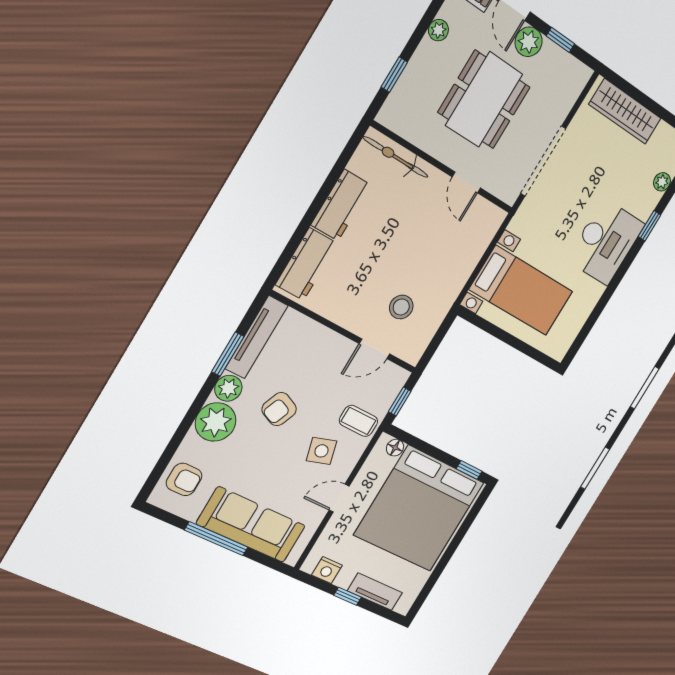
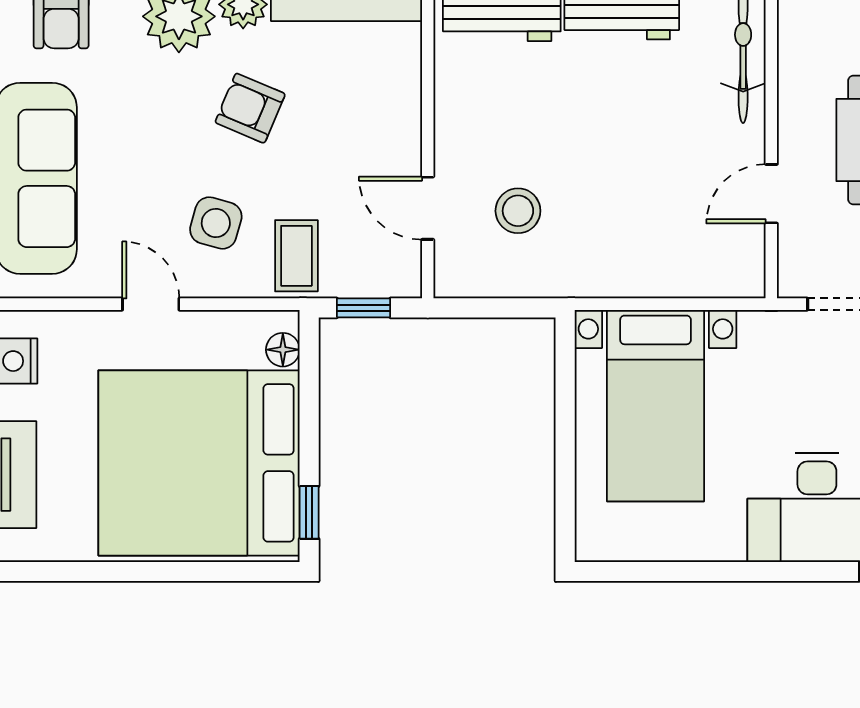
side table: (321, 451) -> (216, 223), turned 32

